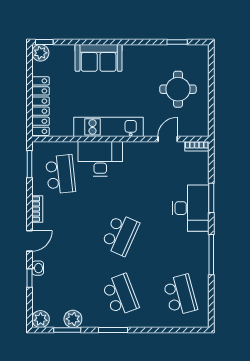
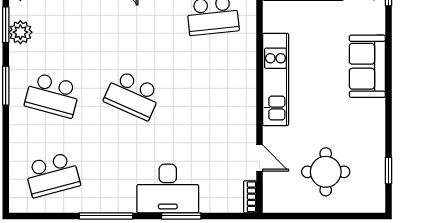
desk: (100, 159) -> (233, 69), removed
school desk: (120, 295) -> (52, 95), turned 36

